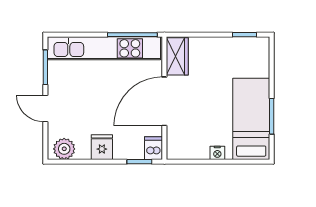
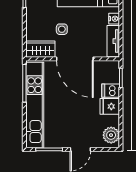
side table: (203, 84) -> (62, 29), added
dishwasher: (154, 148) -> (111, 91), moved
tv unit: (188, 152) -> (113, 41), added

